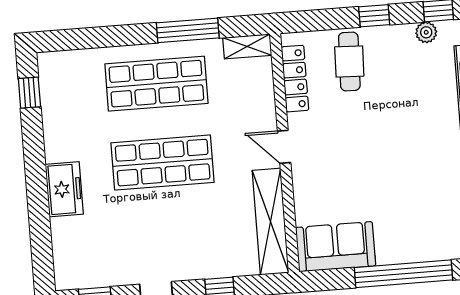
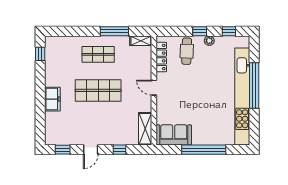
plant: (426, 32) -> (209, 41), moved
shop shelf: (156, 84) -> (98, 54), width x0.70, depth x0.74
shelving: (271, 222) -> (145, 129), width x0.68

